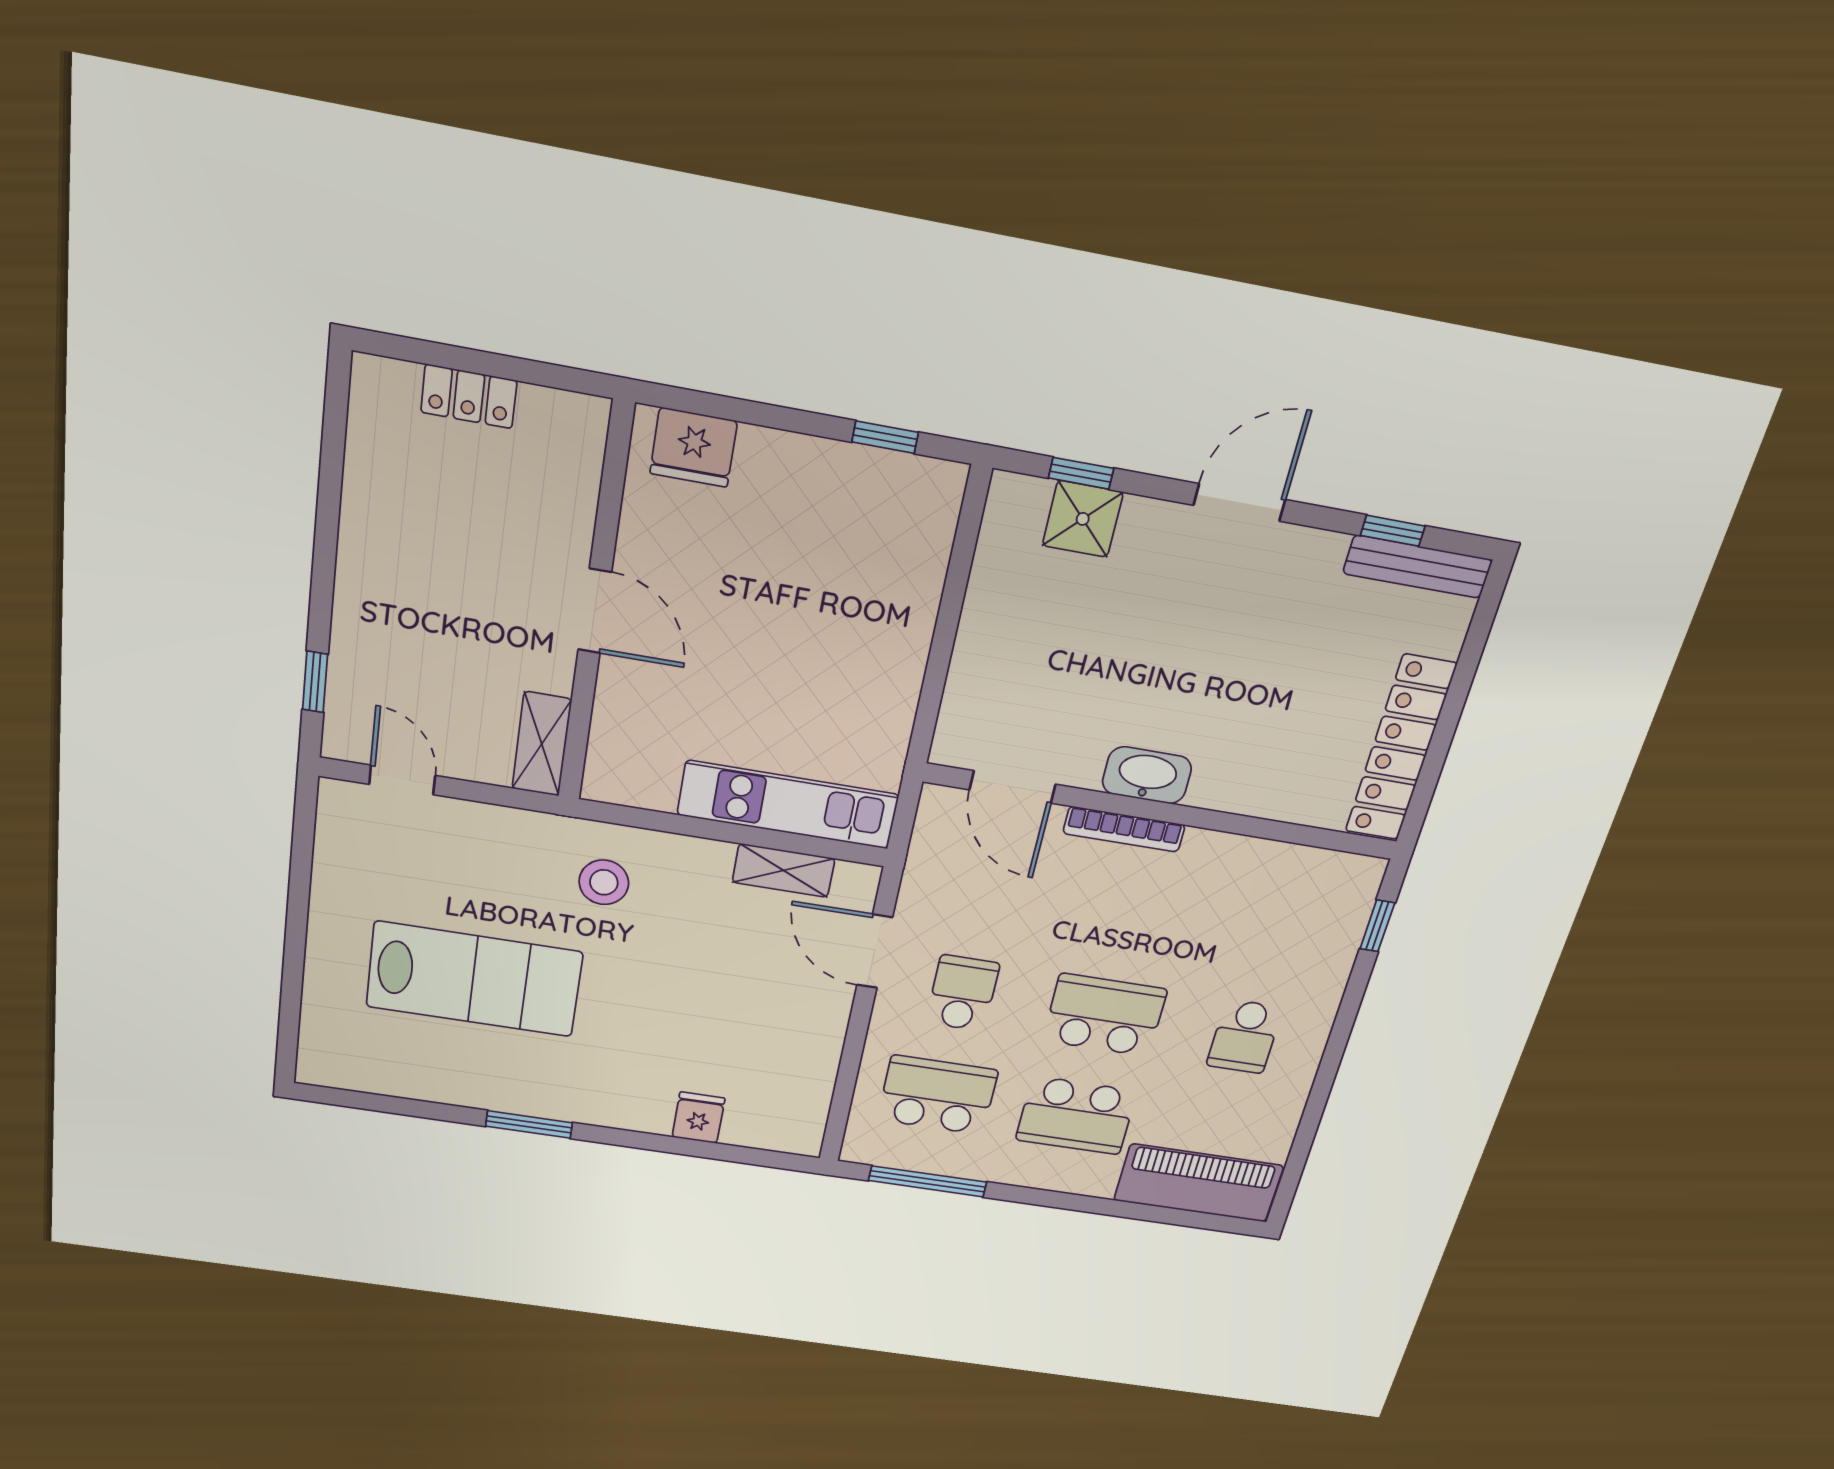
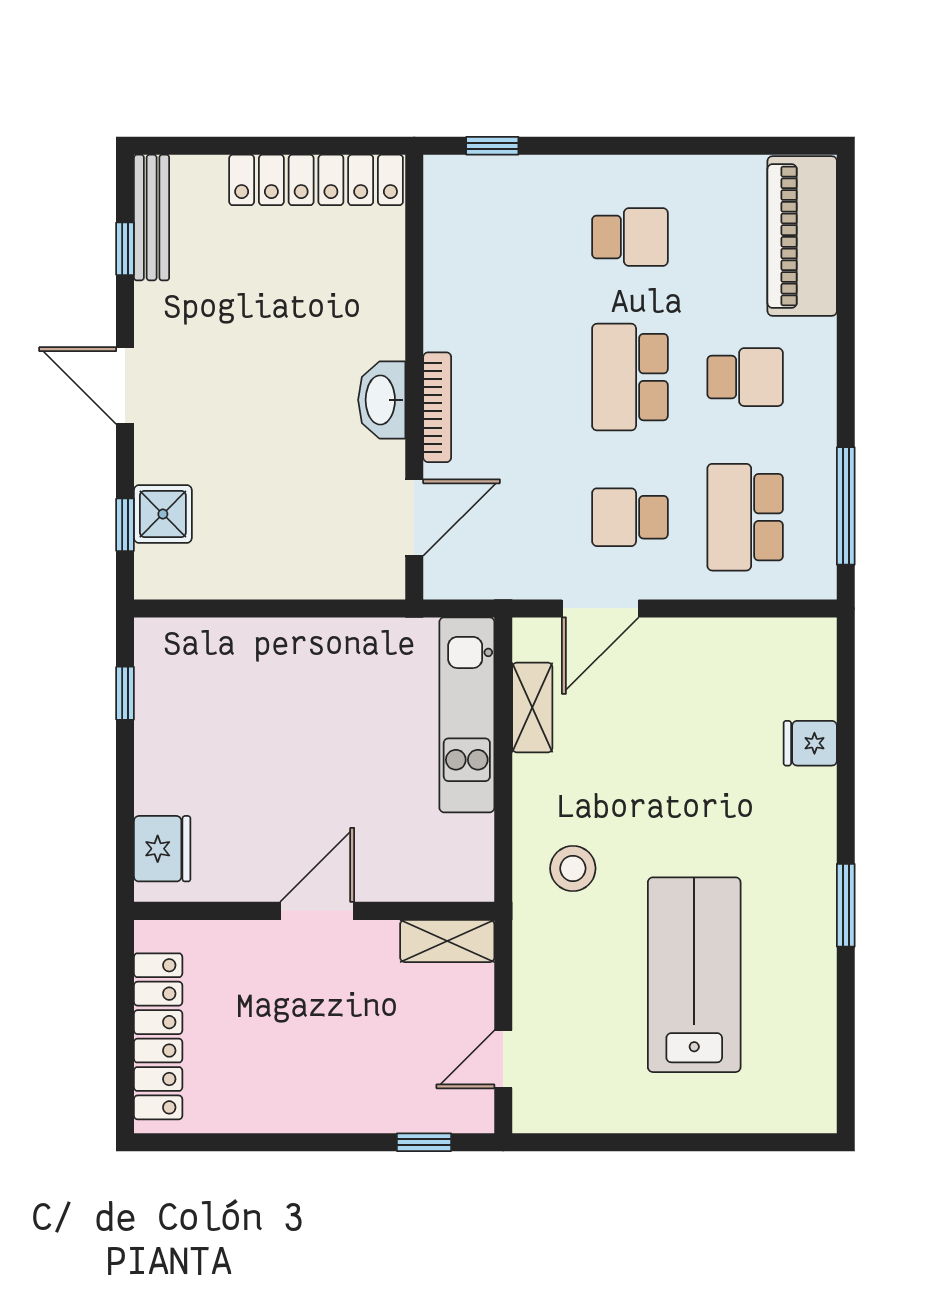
locker: (469, 396) -> (158, 1036), width x2.16, depth x1.21
school desk: (1076, 1115) -> (745, 377), width x0.54

